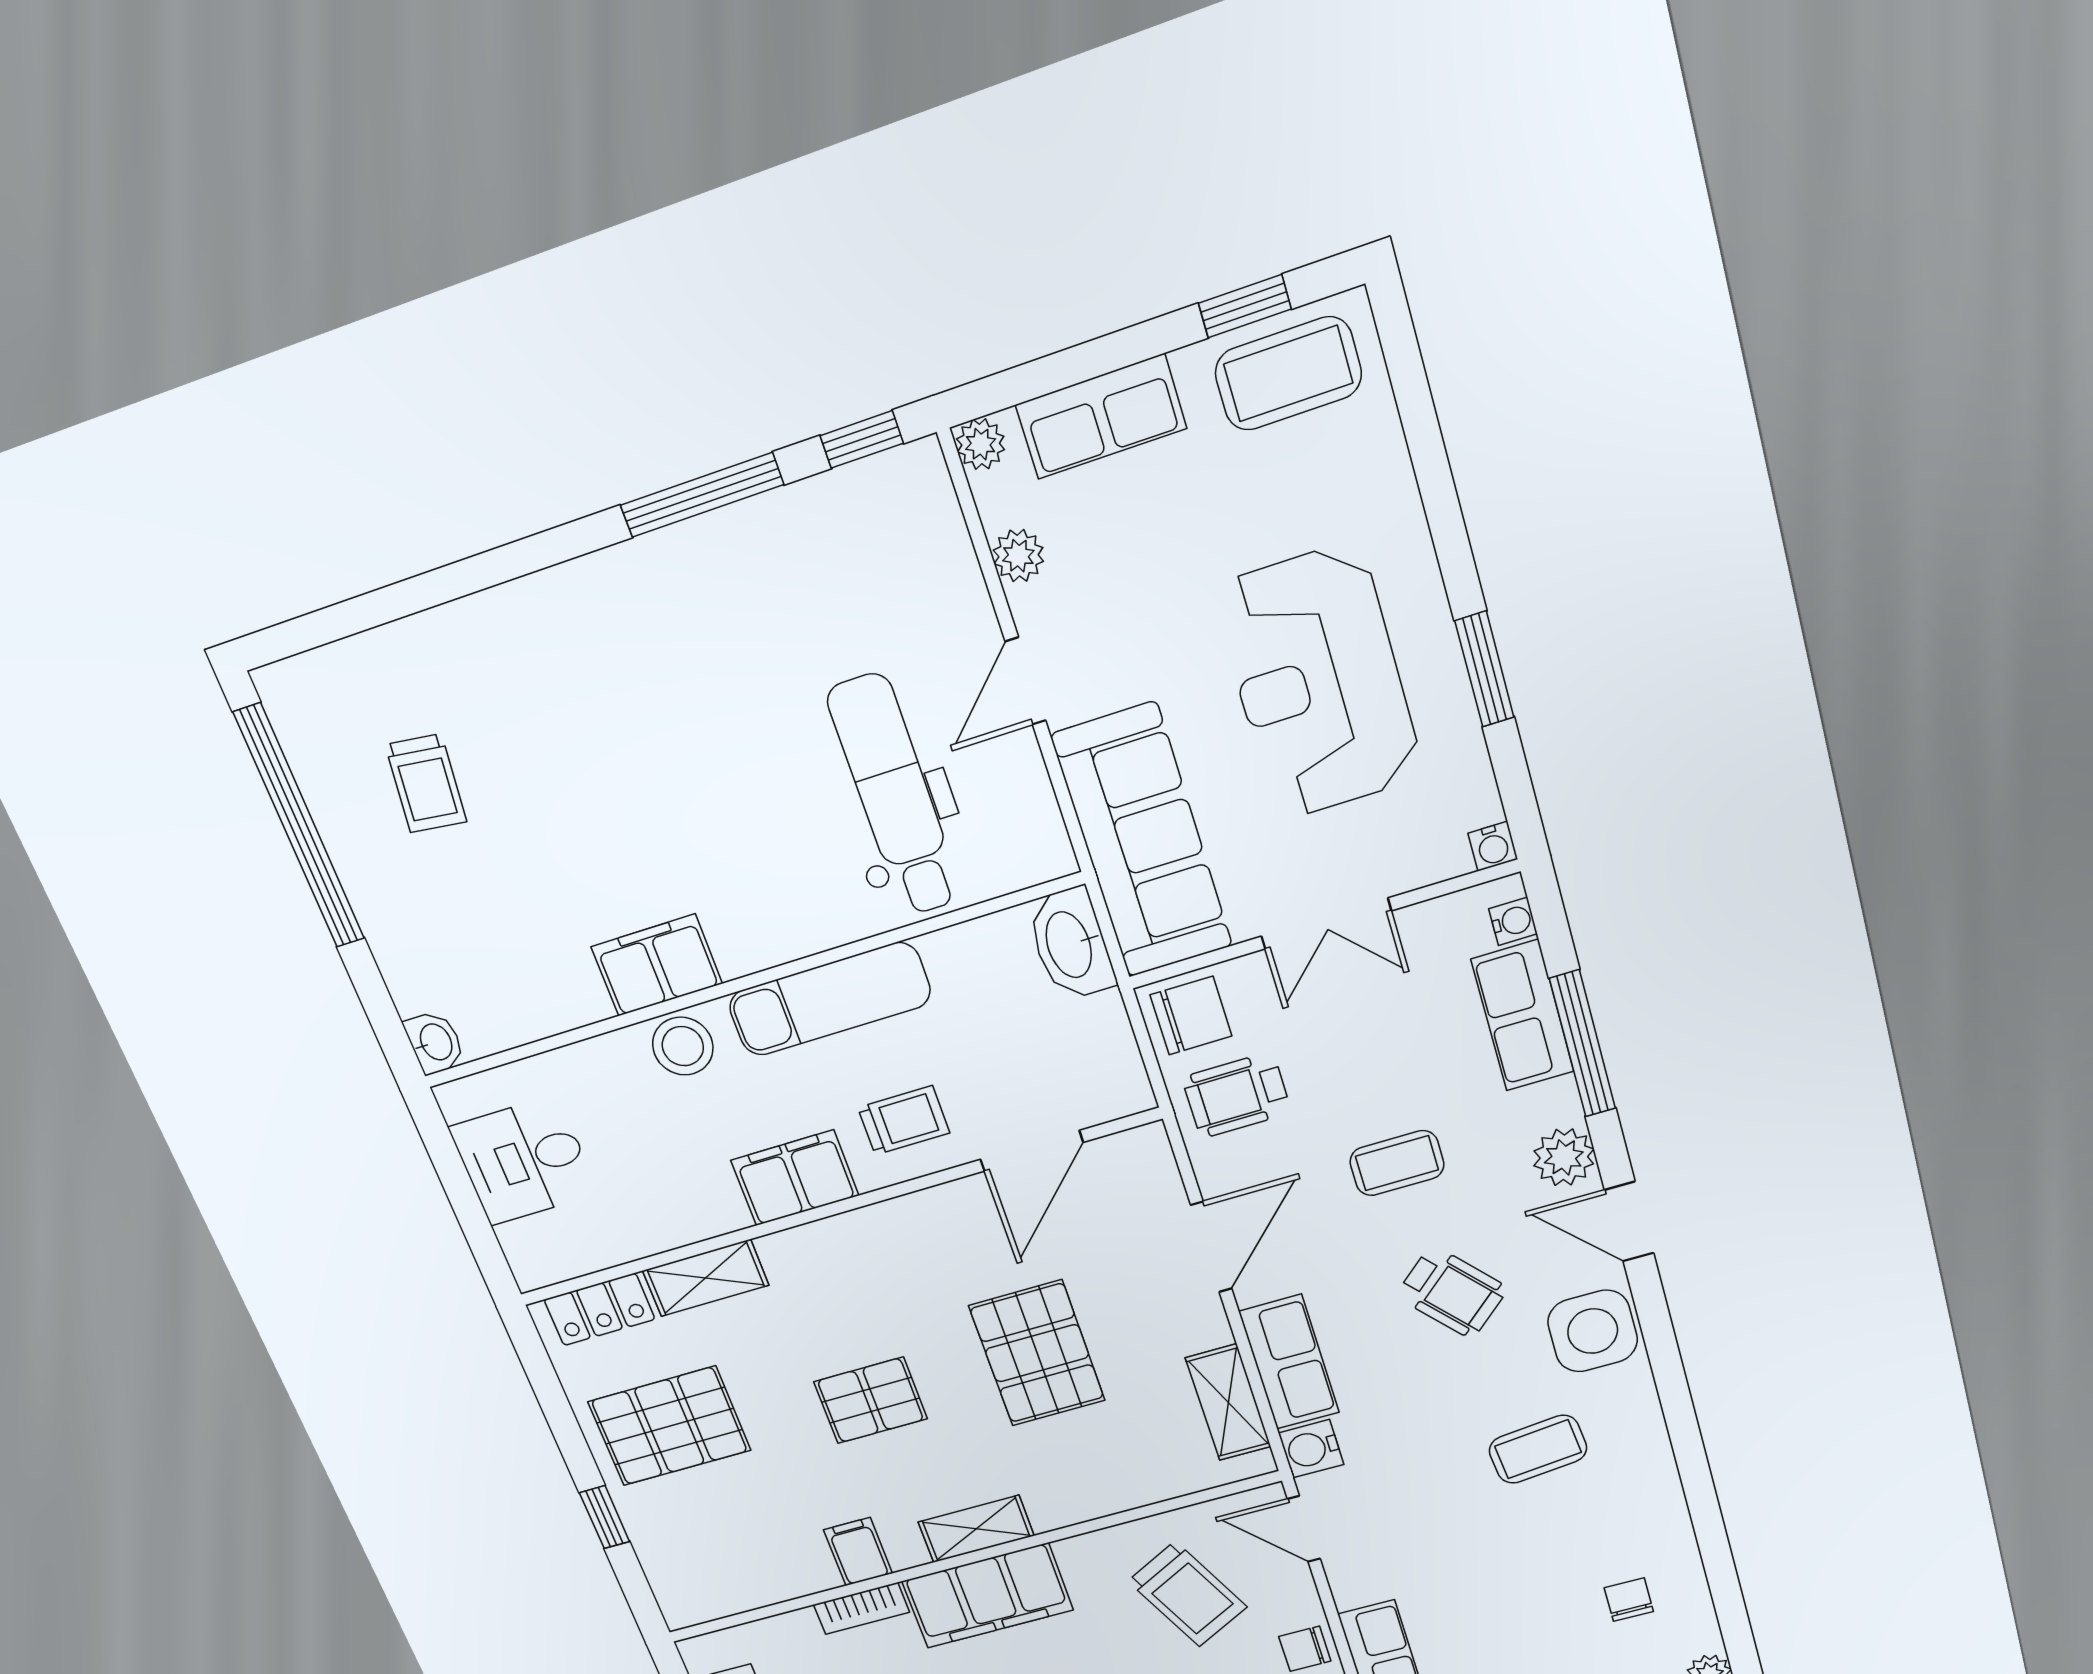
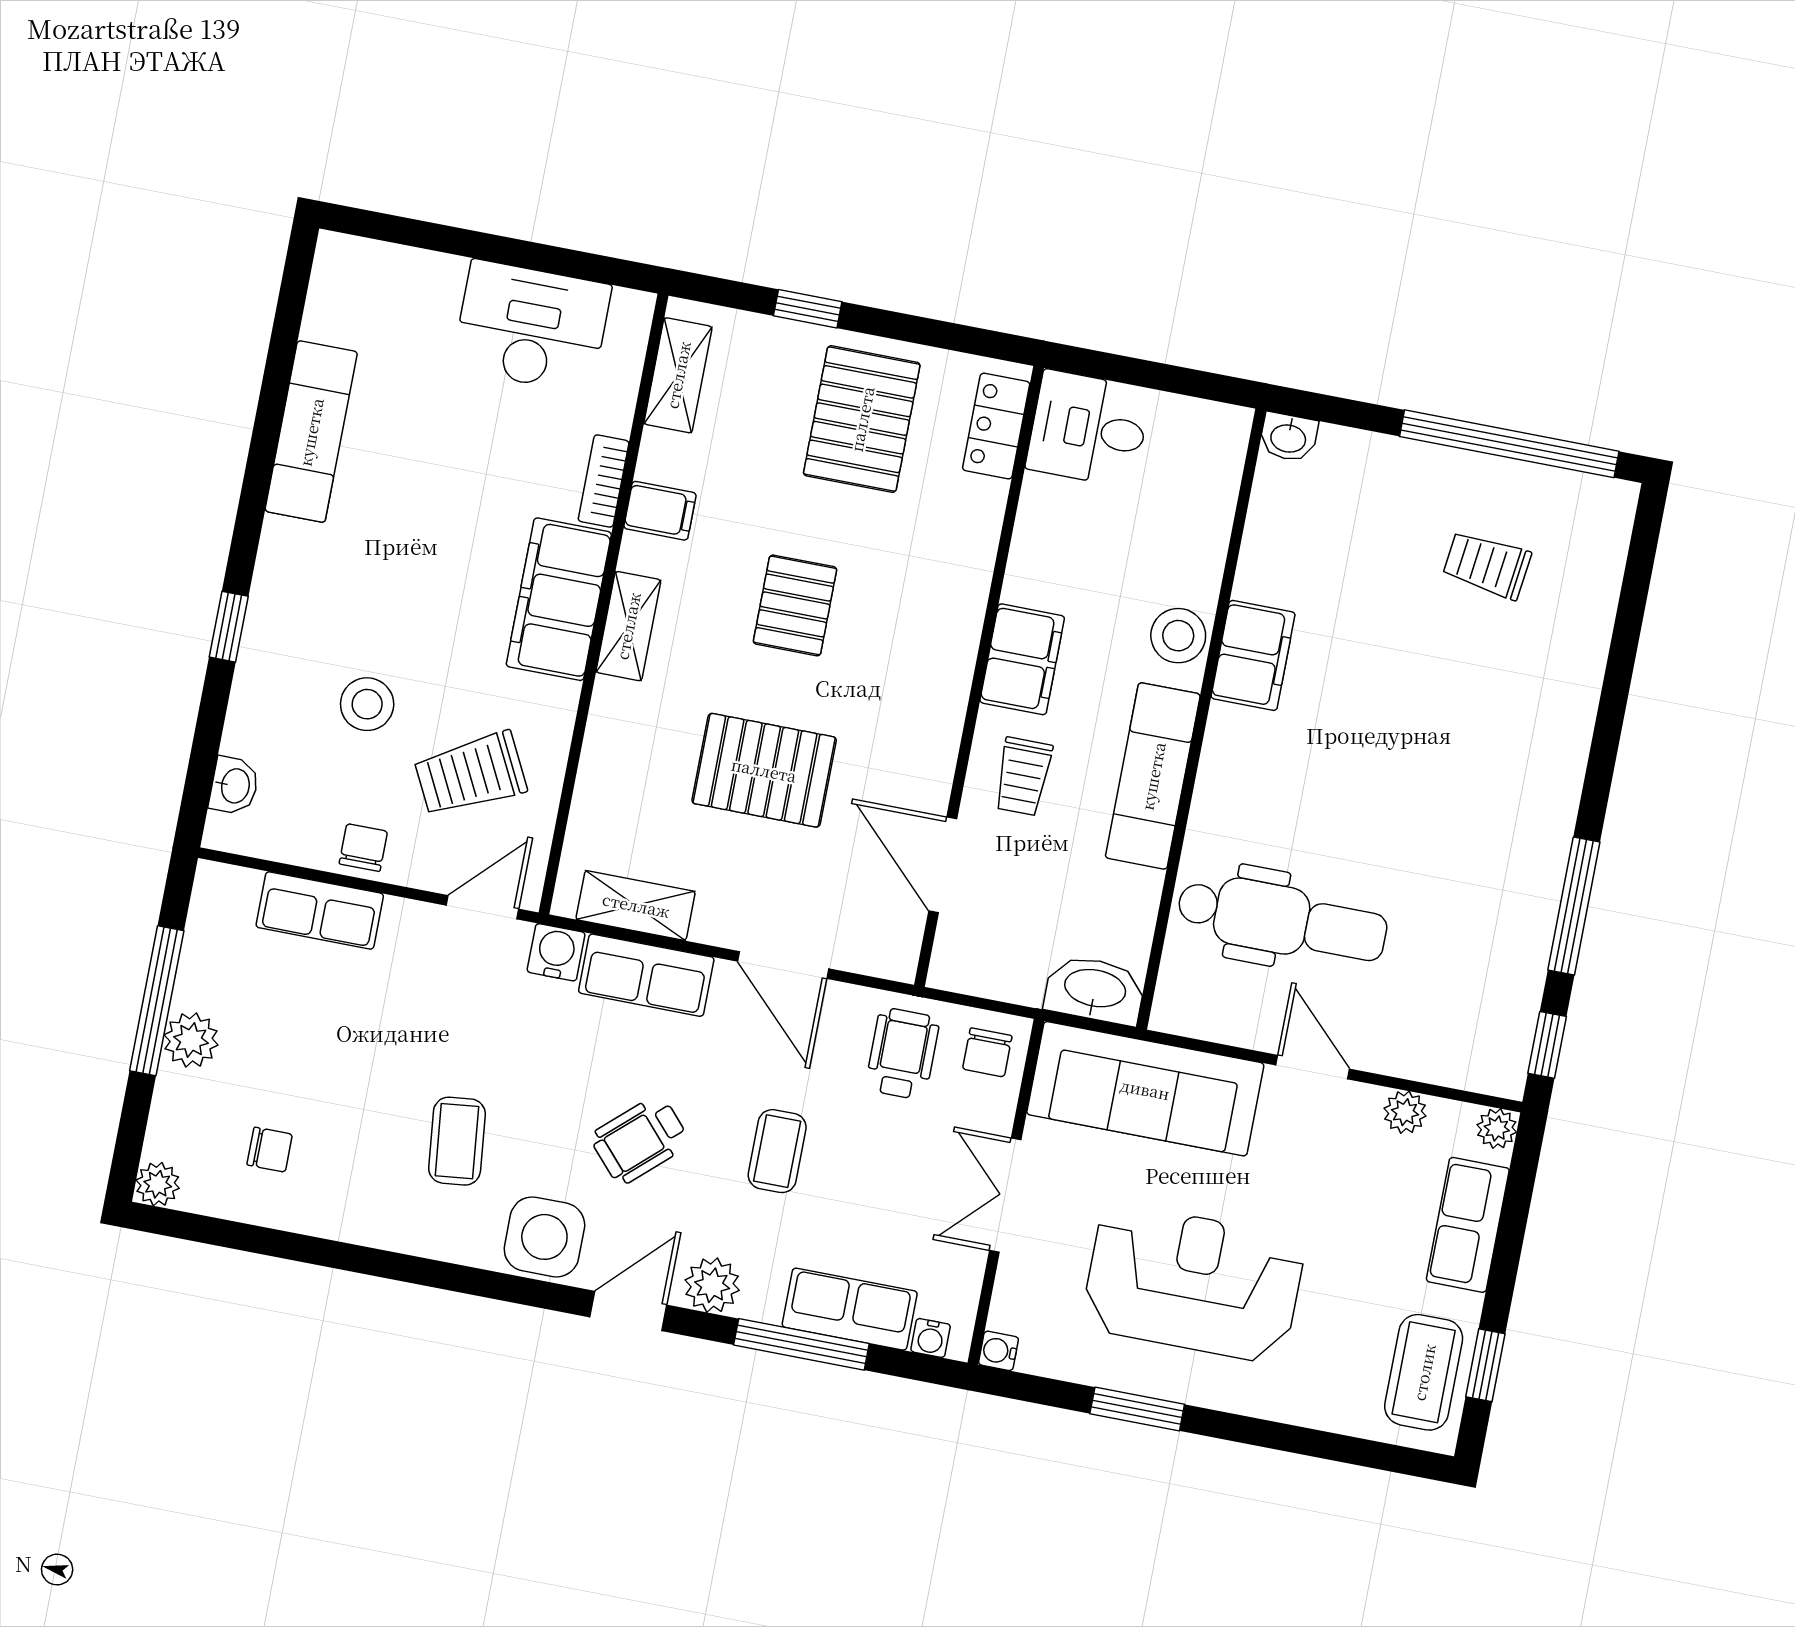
chair: (1191, 1016) -> (987, 1052), width x0.73, depth x0.73
desk: (524, 1160) -> (1089, 429), moved, turned -90
shelving: (706, 1278) -> (678, 375), moved

